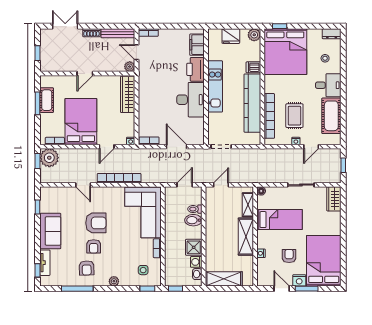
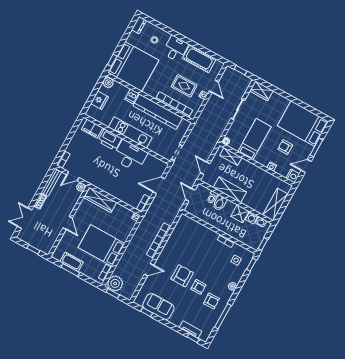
door: (107, 147) -> (130, 237), removed
corner sofa: (143, 212) -> (194, 237), removed
sofa: (50, 231) -> (158, 307), moved
shelving: (246, 237) -> (230, 190), moved
nightstand: (299, 280) -> (293, 176), moved

